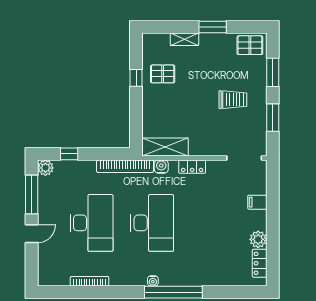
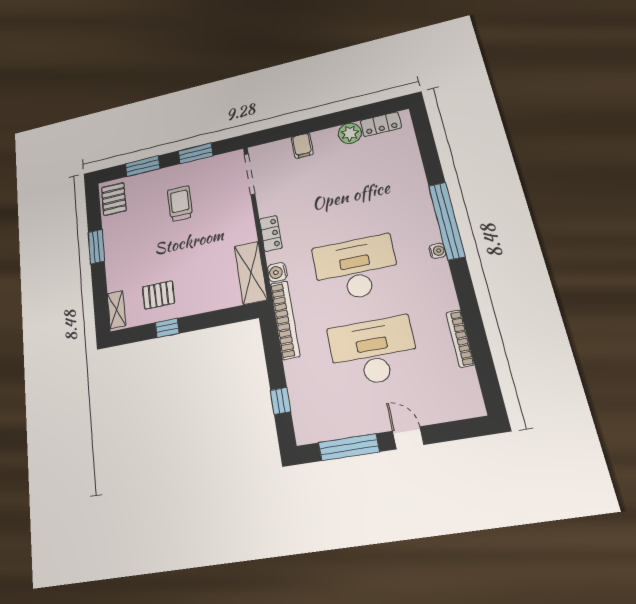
shelving: (184, 39) -> (116, 310), moved
pallet: (163, 74) -> (158, 295), turned 90
plant: (45, 168) -> (306, 432), removed

